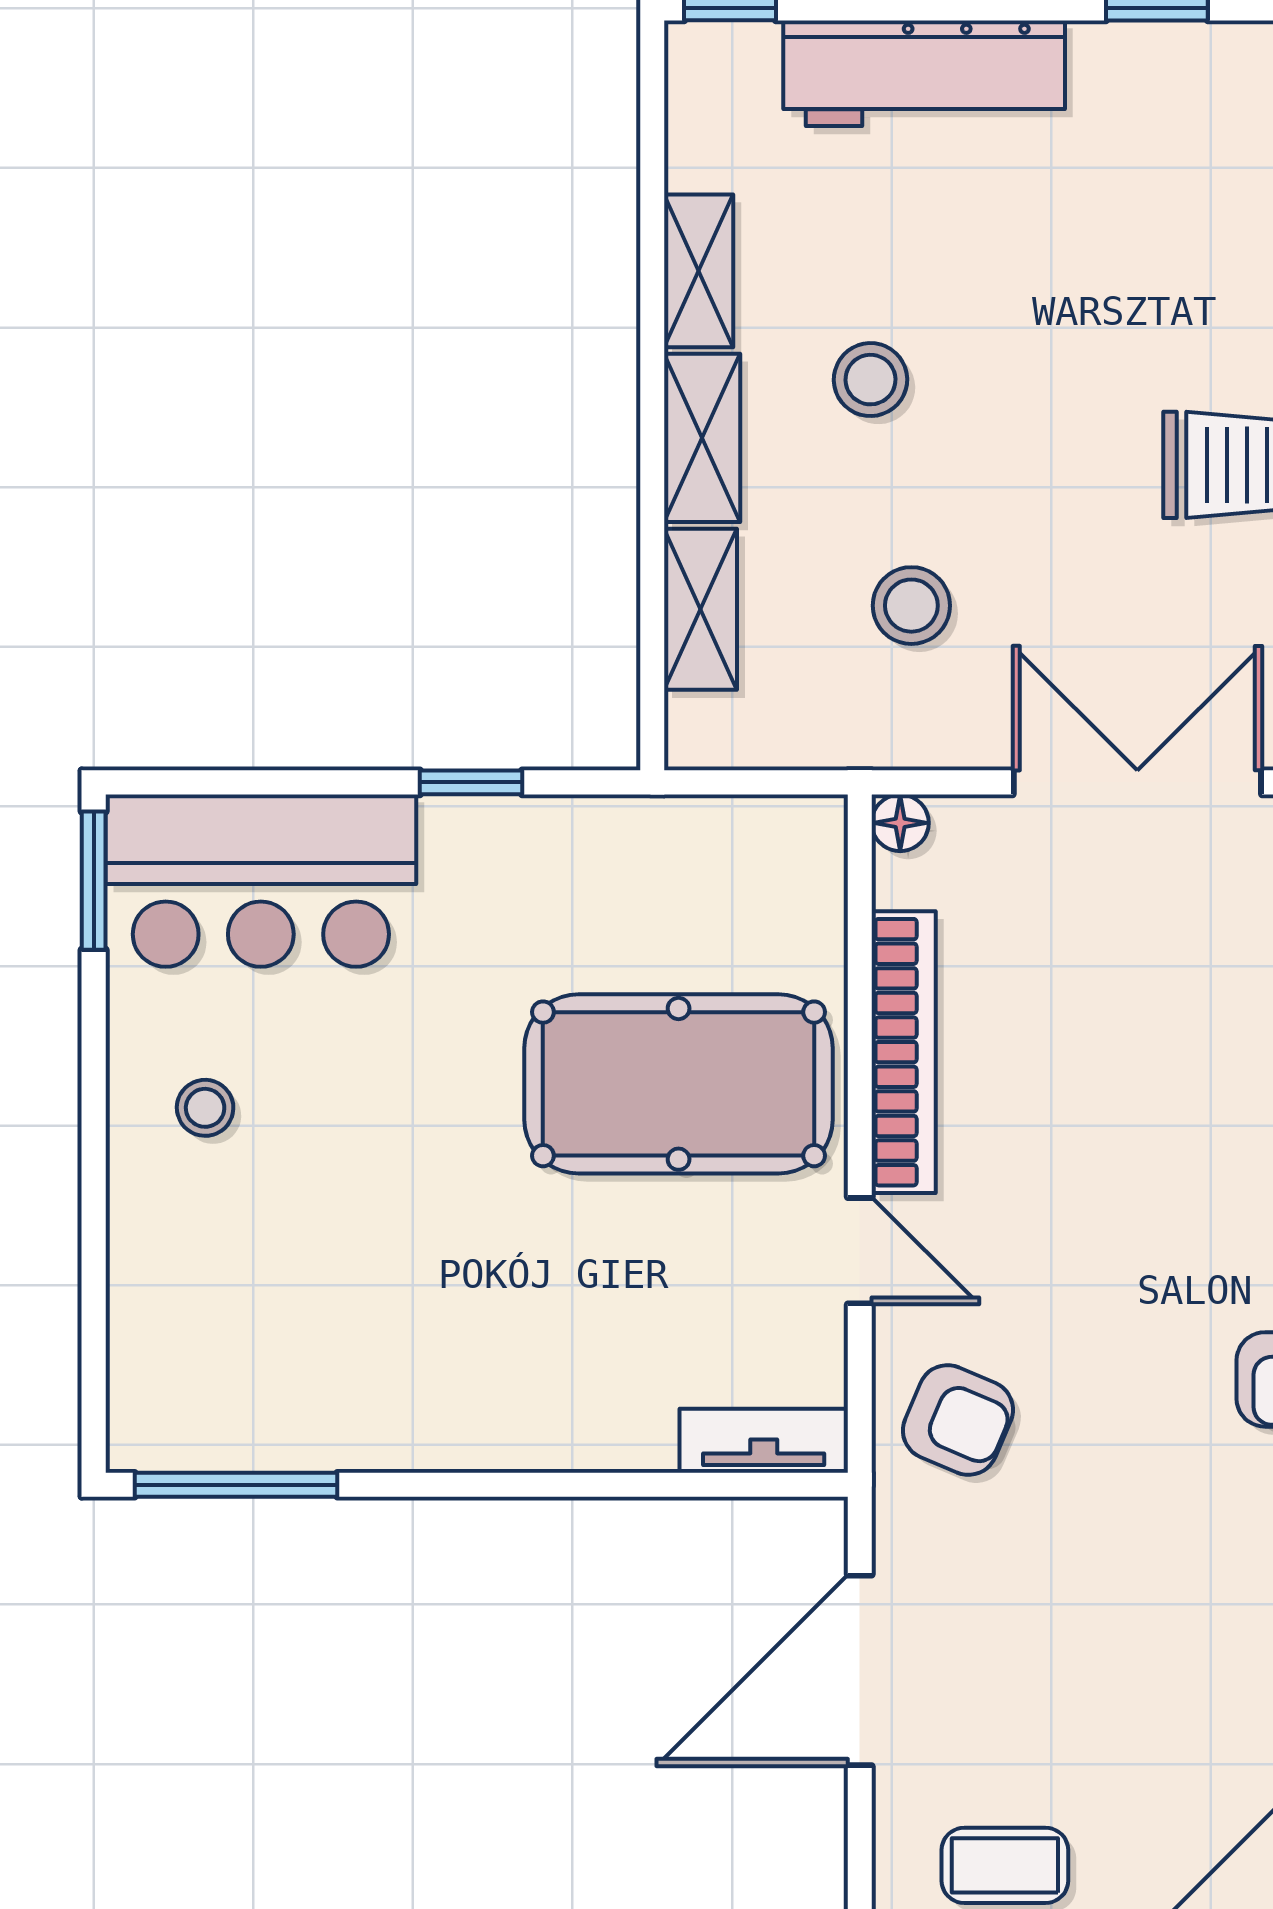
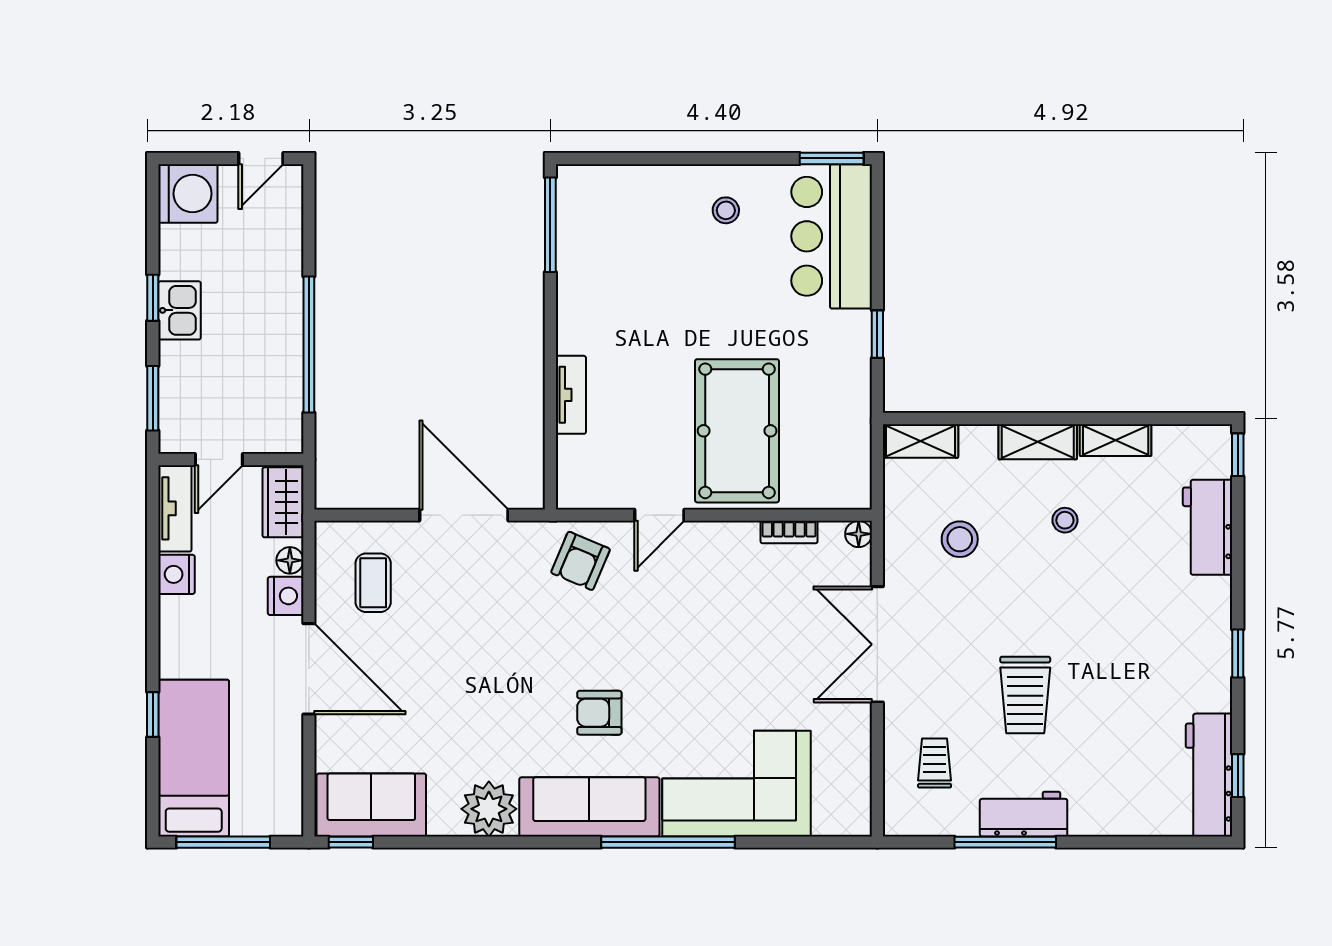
workbench: (924, 73) -> (1208, 527), width x0.73
stool: (870, 380) -> (1065, 520), width x0.73, depth x0.73
shelving: (701, 609) -> (920, 441), moved
double door: (1137, 782) -> (877, 644), swing flipped
bookcase: (904, 1052) -> (789, 532), width x0.43, depth x0.76
tv unit: (764, 1441) -> (571, 395), moved

